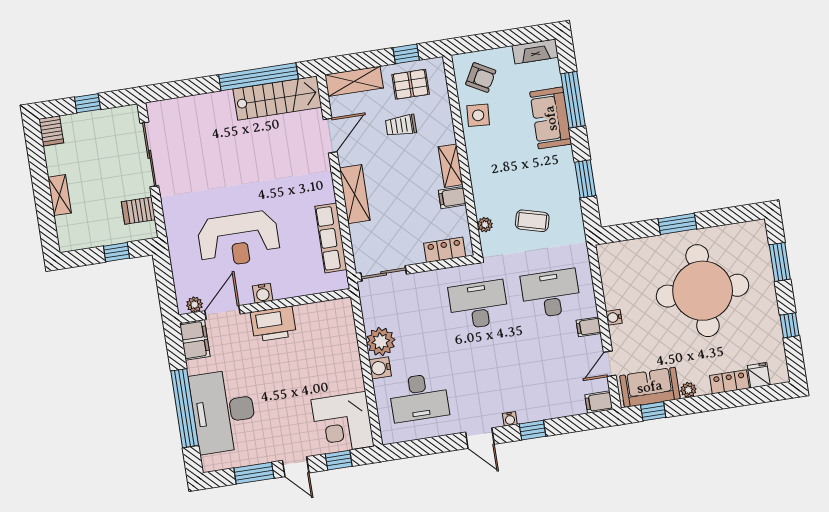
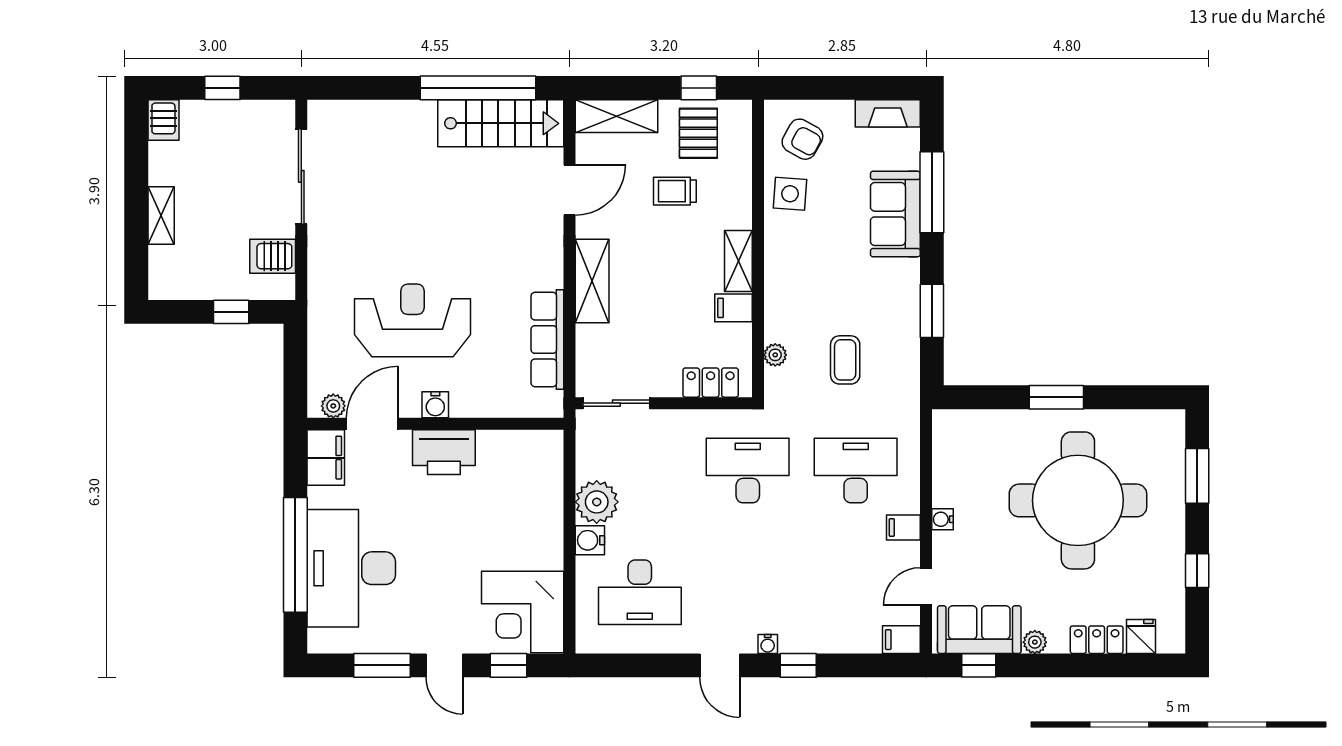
pallet: (411, 84) -> (698, 133), turned 90
coffee table: (532, 221) -> (845, 360), turned 75
reception desk: (239, 239) -> (413, 320), turned 180

